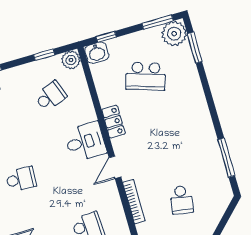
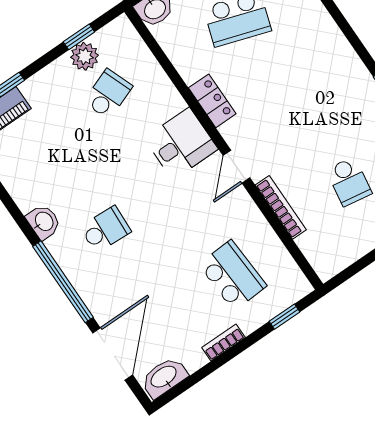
plant: (71, 60) -> (85, 56), moved

